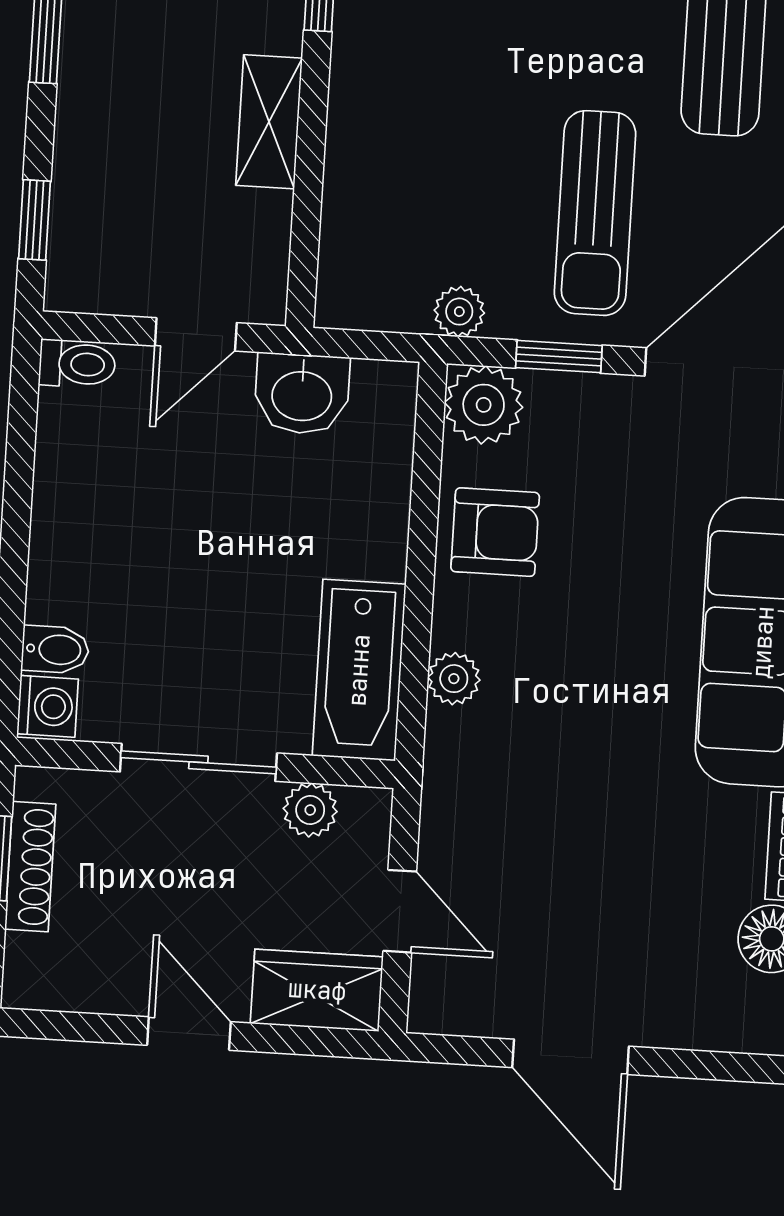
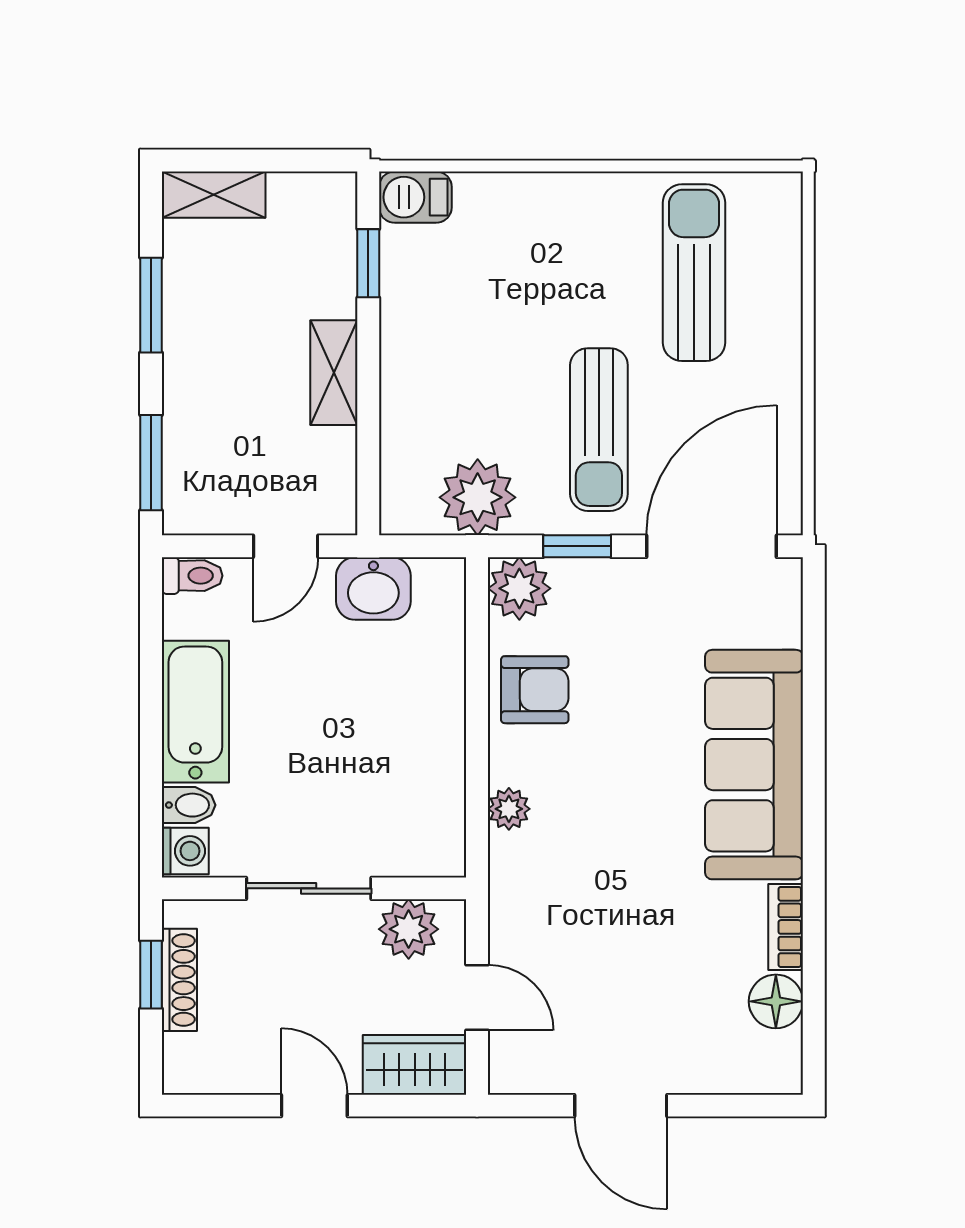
window: (35, 220) -> (151, 463), width x1.50
plant: (459, 312) -> (478, 497), width x1.87, depth x1.87
bathtub: (359, 670) -> (195, 712), moved, turned 180
plant: (310, 810) -> (409, 929), width x1.38, depth x1.38

